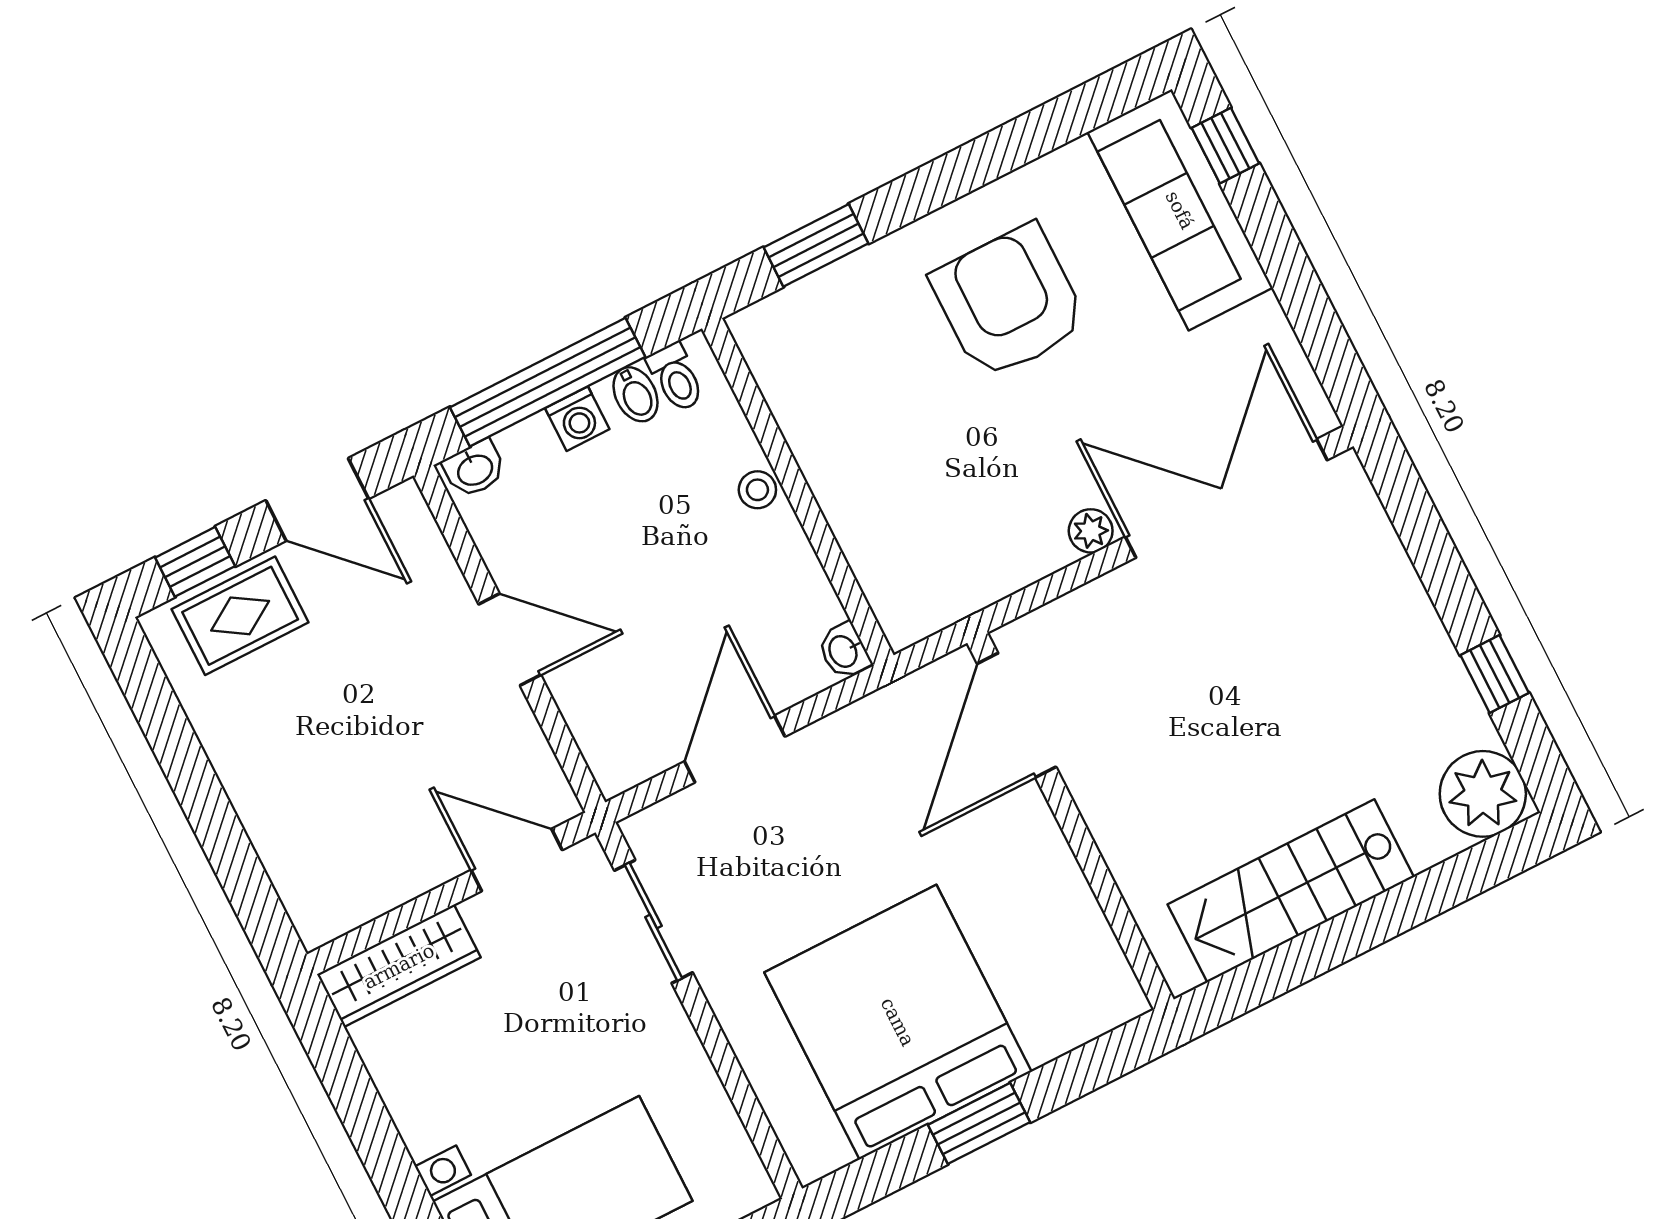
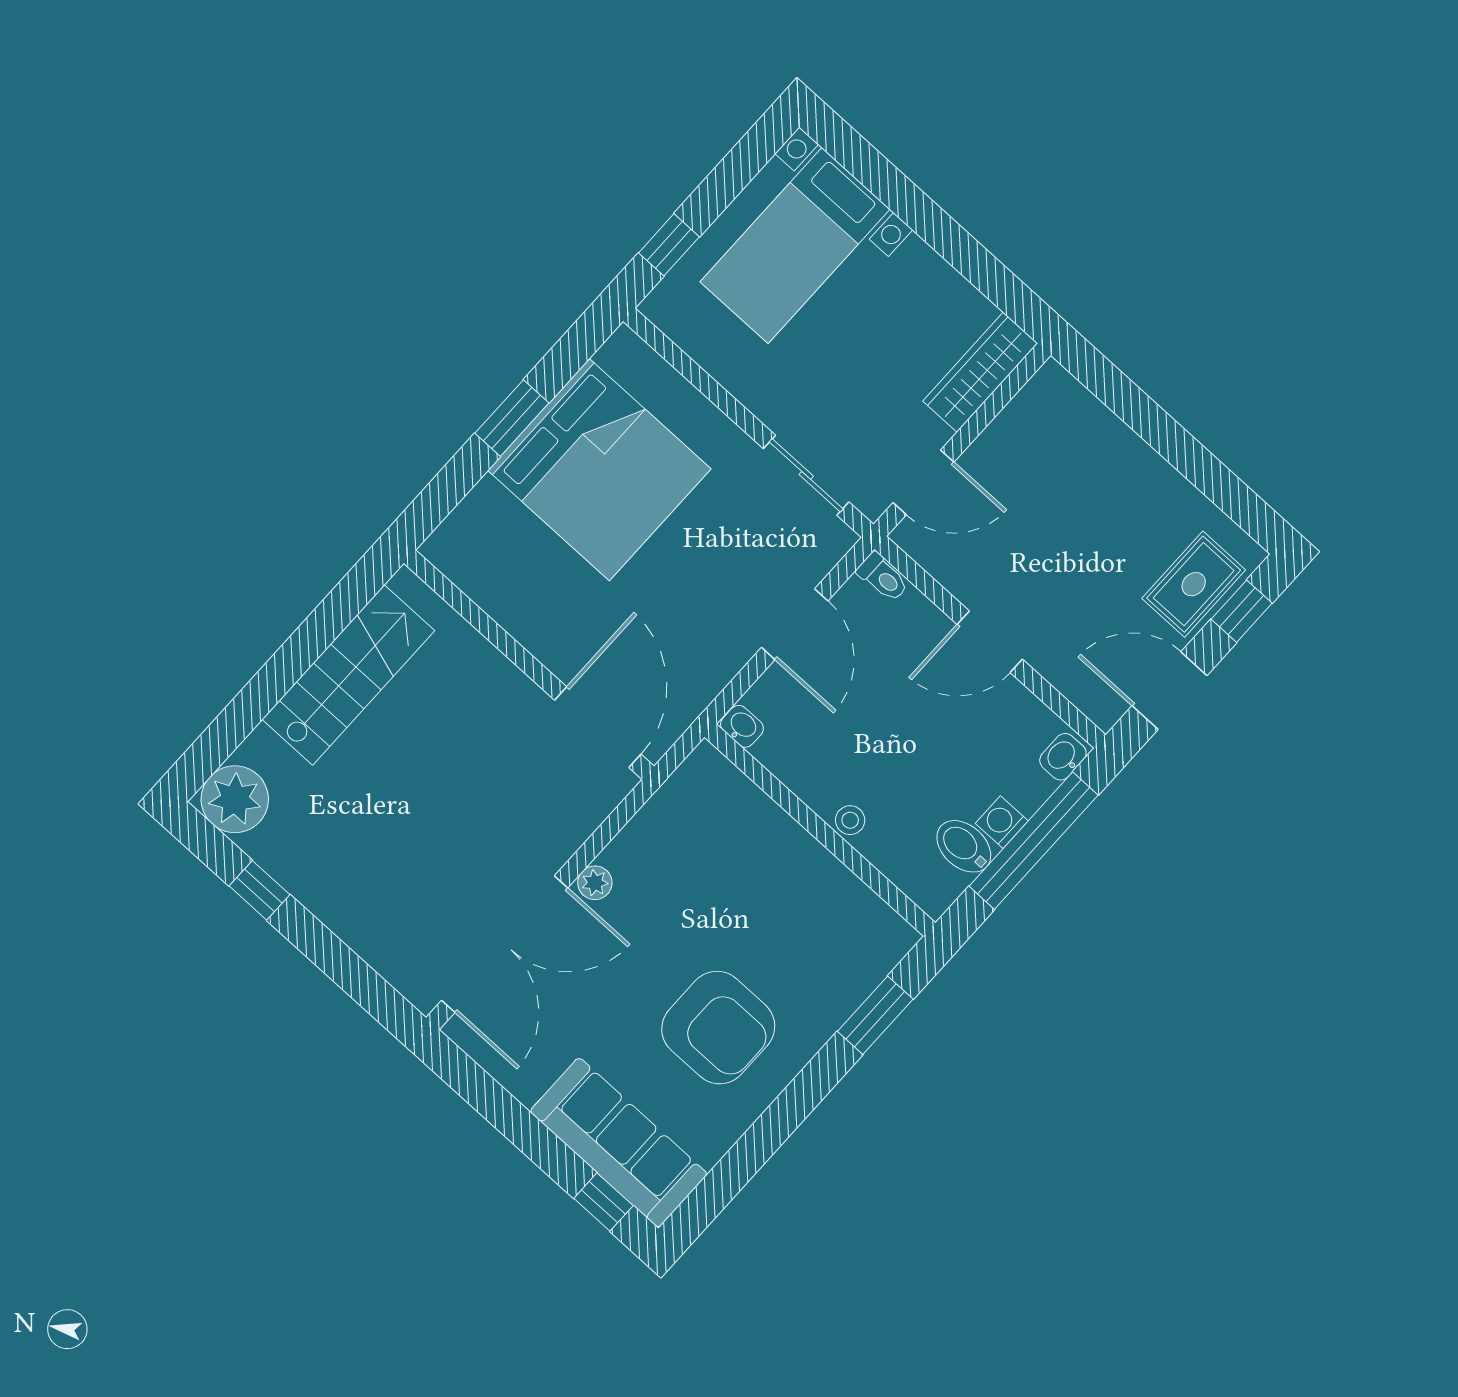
toilet: (676, 377) -> (883, 577), moved, turned 180
bidet: (636, 394) -> (964, 846), width x1.38, depth x1.36

